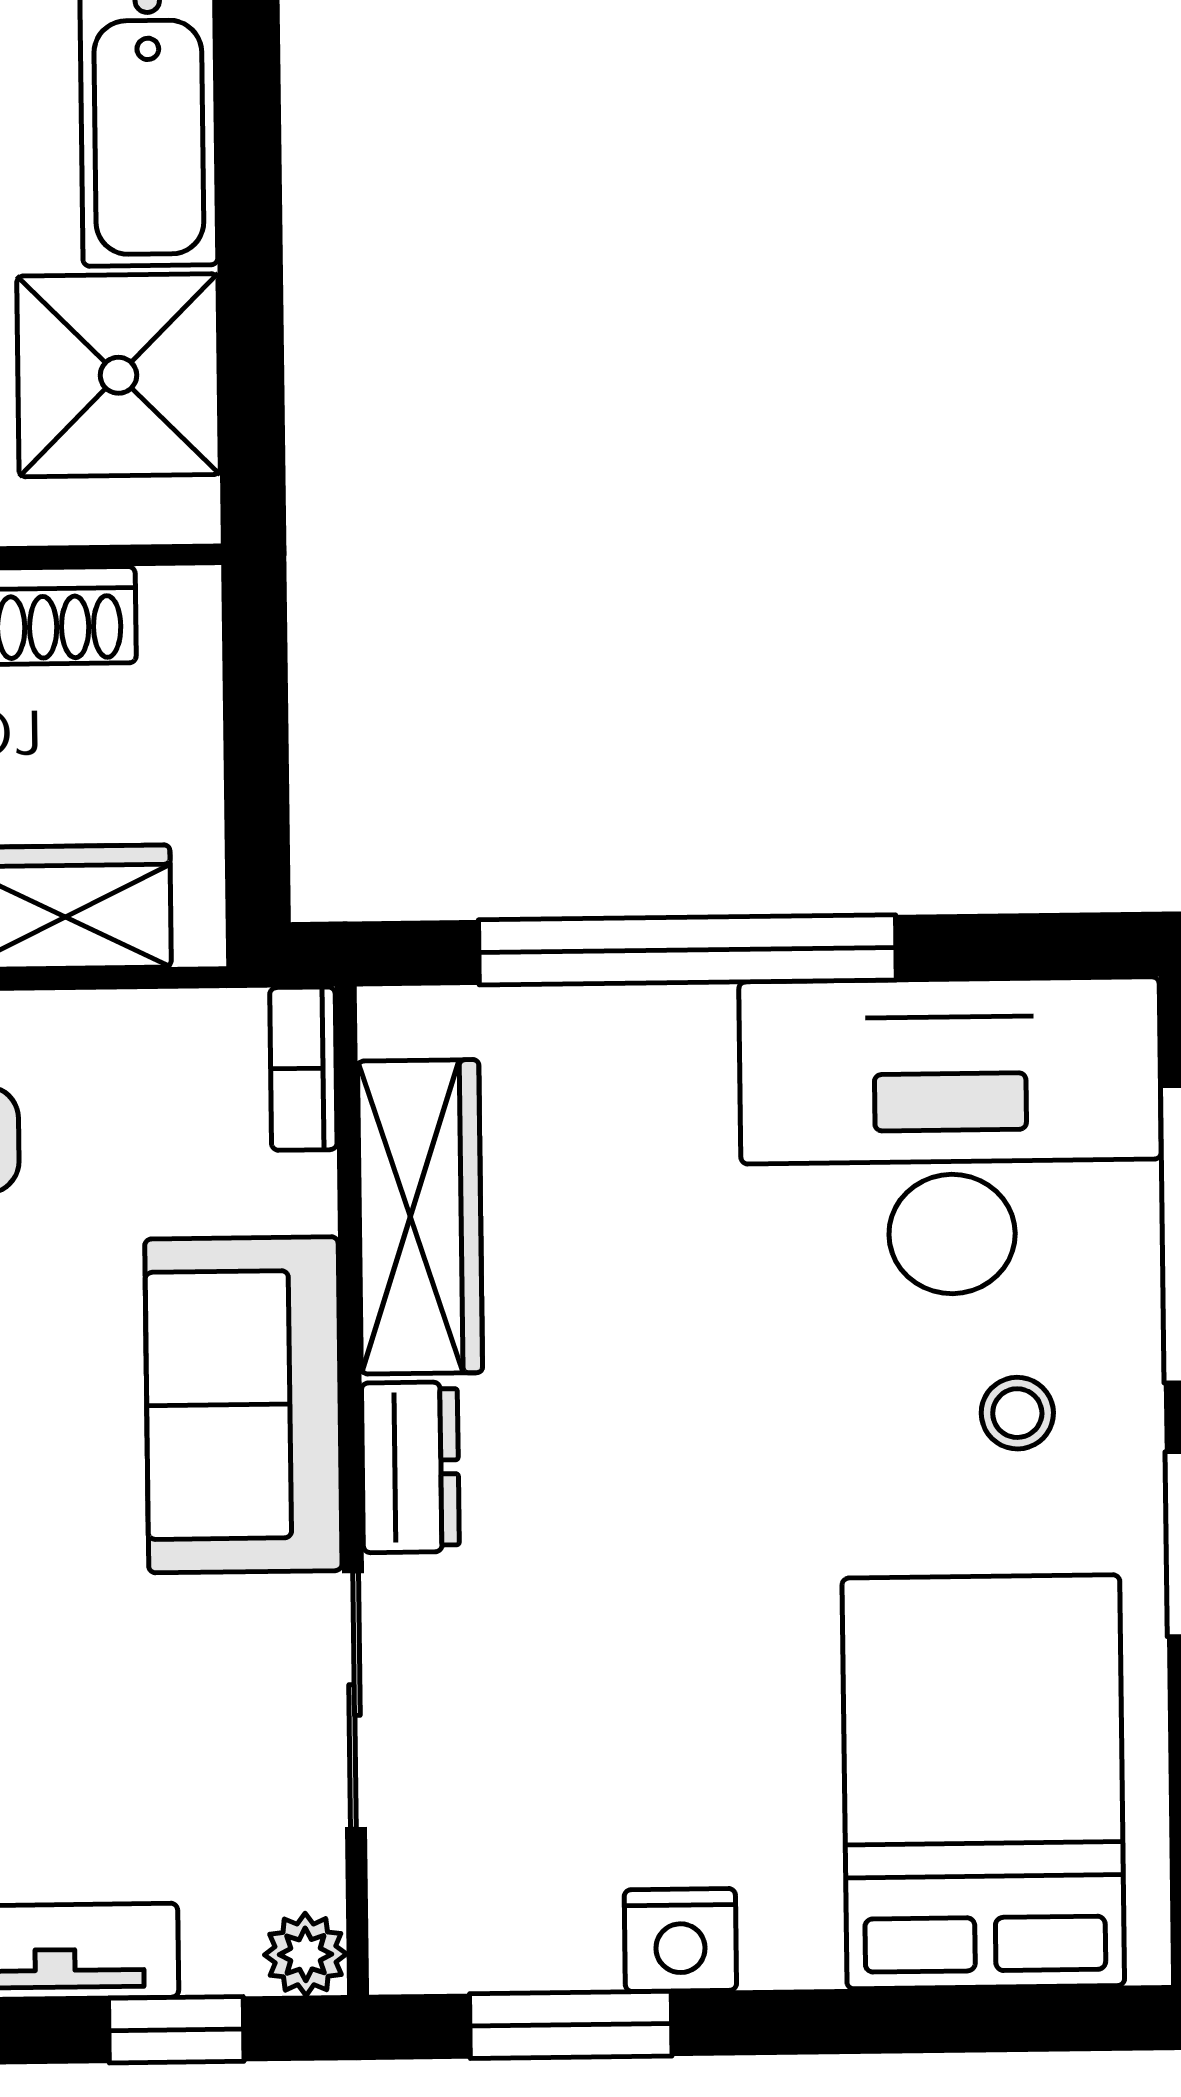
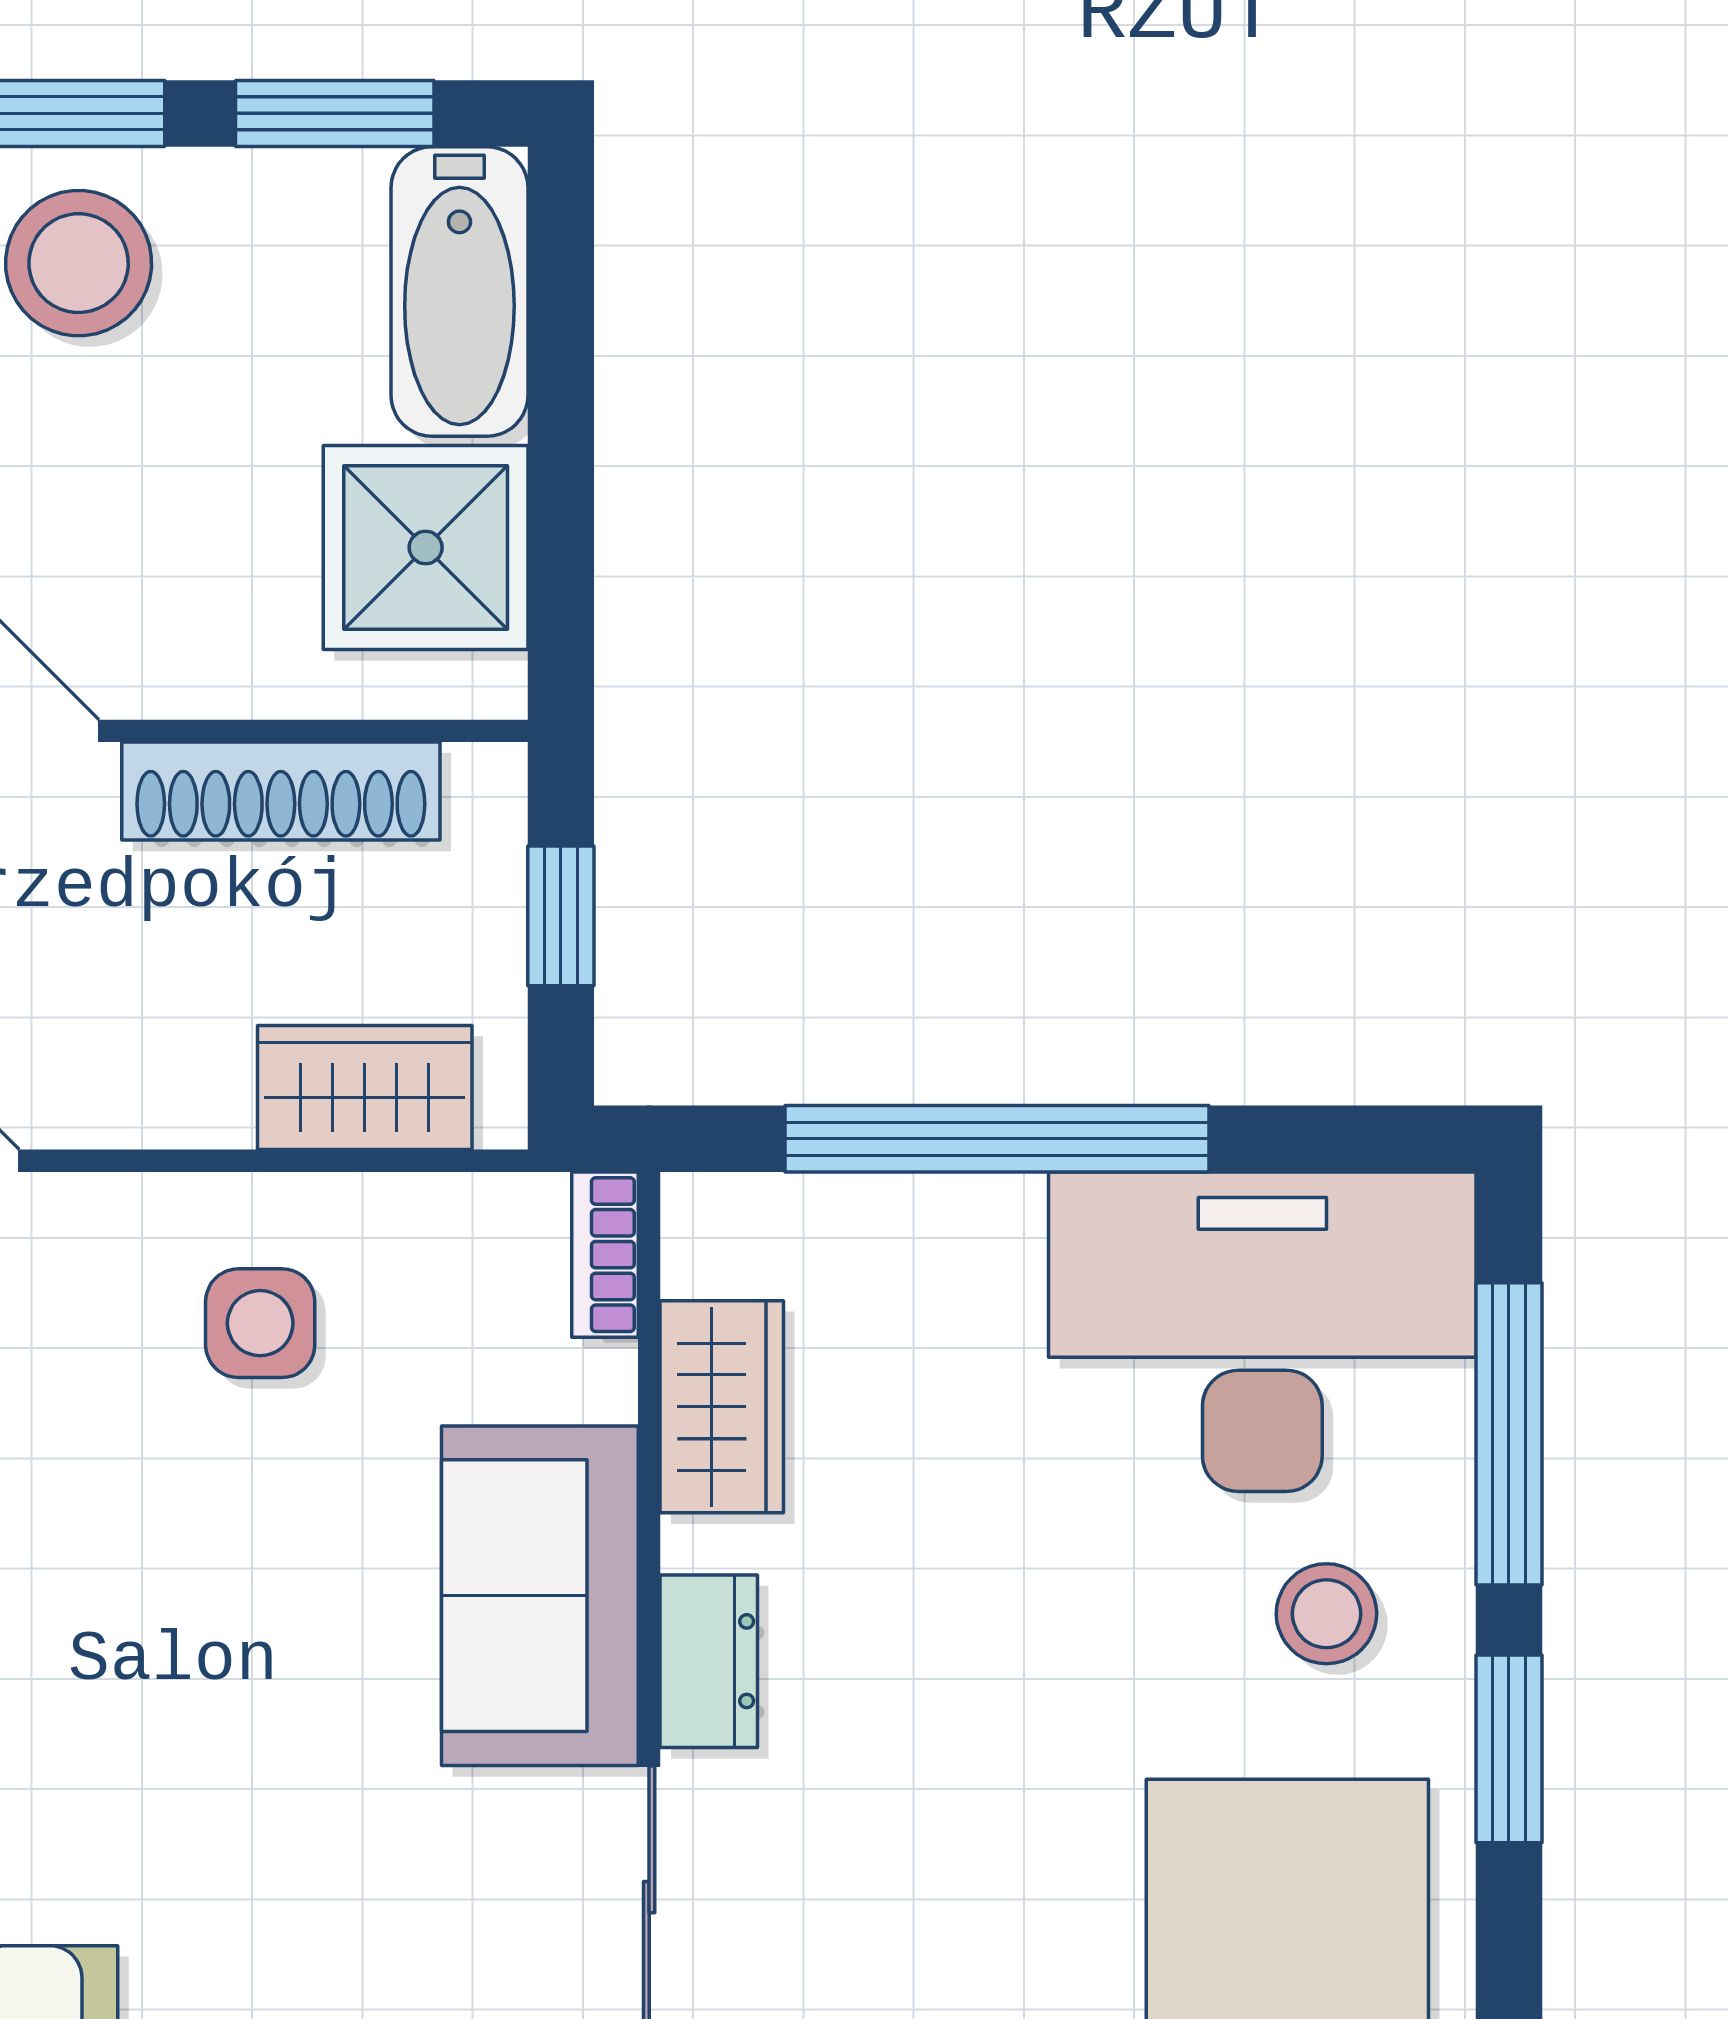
window: (256, 736) -> (561, 916), added
wardrobe: (420, 1217) -> (722, 1407), width x0.67
stool: (1017, 1413) -> (1326, 1614), width x1.37, depth x1.37

